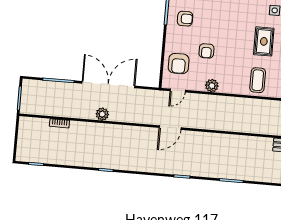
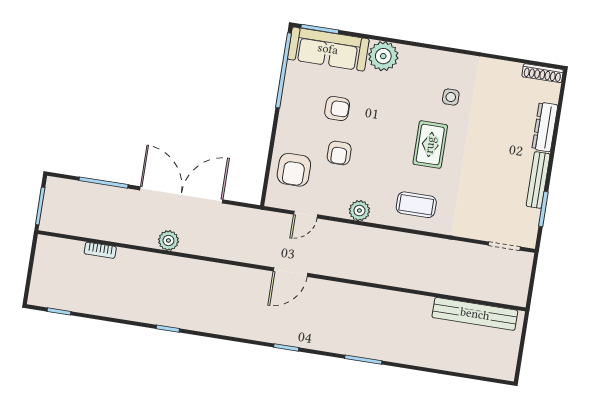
armchair: (185, 19) -> (337, 108), moved
coffee table: (258, 80) -> (416, 205), turned 90
plant: (212, 86) -> (359, 211), moved
door: (178, 91) -> (306, 215), moved
door: (170, 128) -> (290, 272), moved

